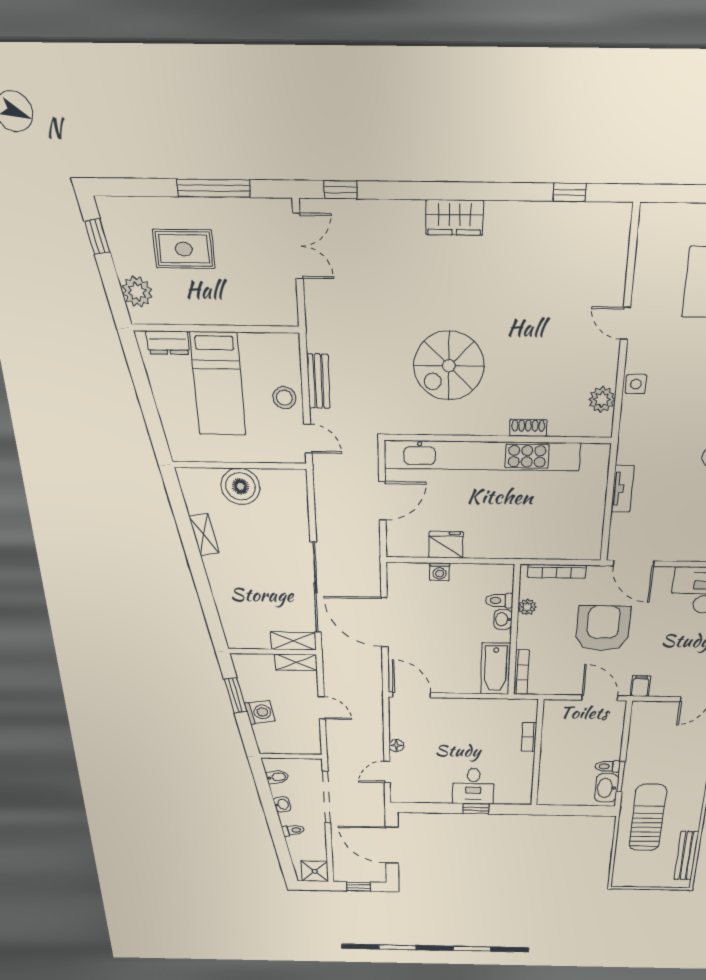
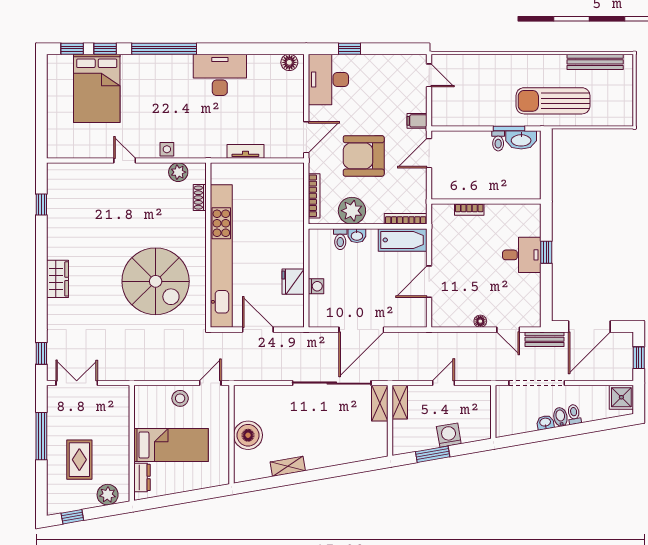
door: (625, 323) -> (125, 161), swing flipped
spiral stairs: (449, 366) -> (156, 281), width x1.37, depth x1.37
bench: (318, 381) -> (544, 339), moved
shoe rack: (528, 428) -> (200, 198), moved
plant: (527, 607) -> (352, 211), width x1.87, depth x1.87
door: (412, 695) -> (429, 282), moved
bidet: (277, 777) -> (560, 417), moved

